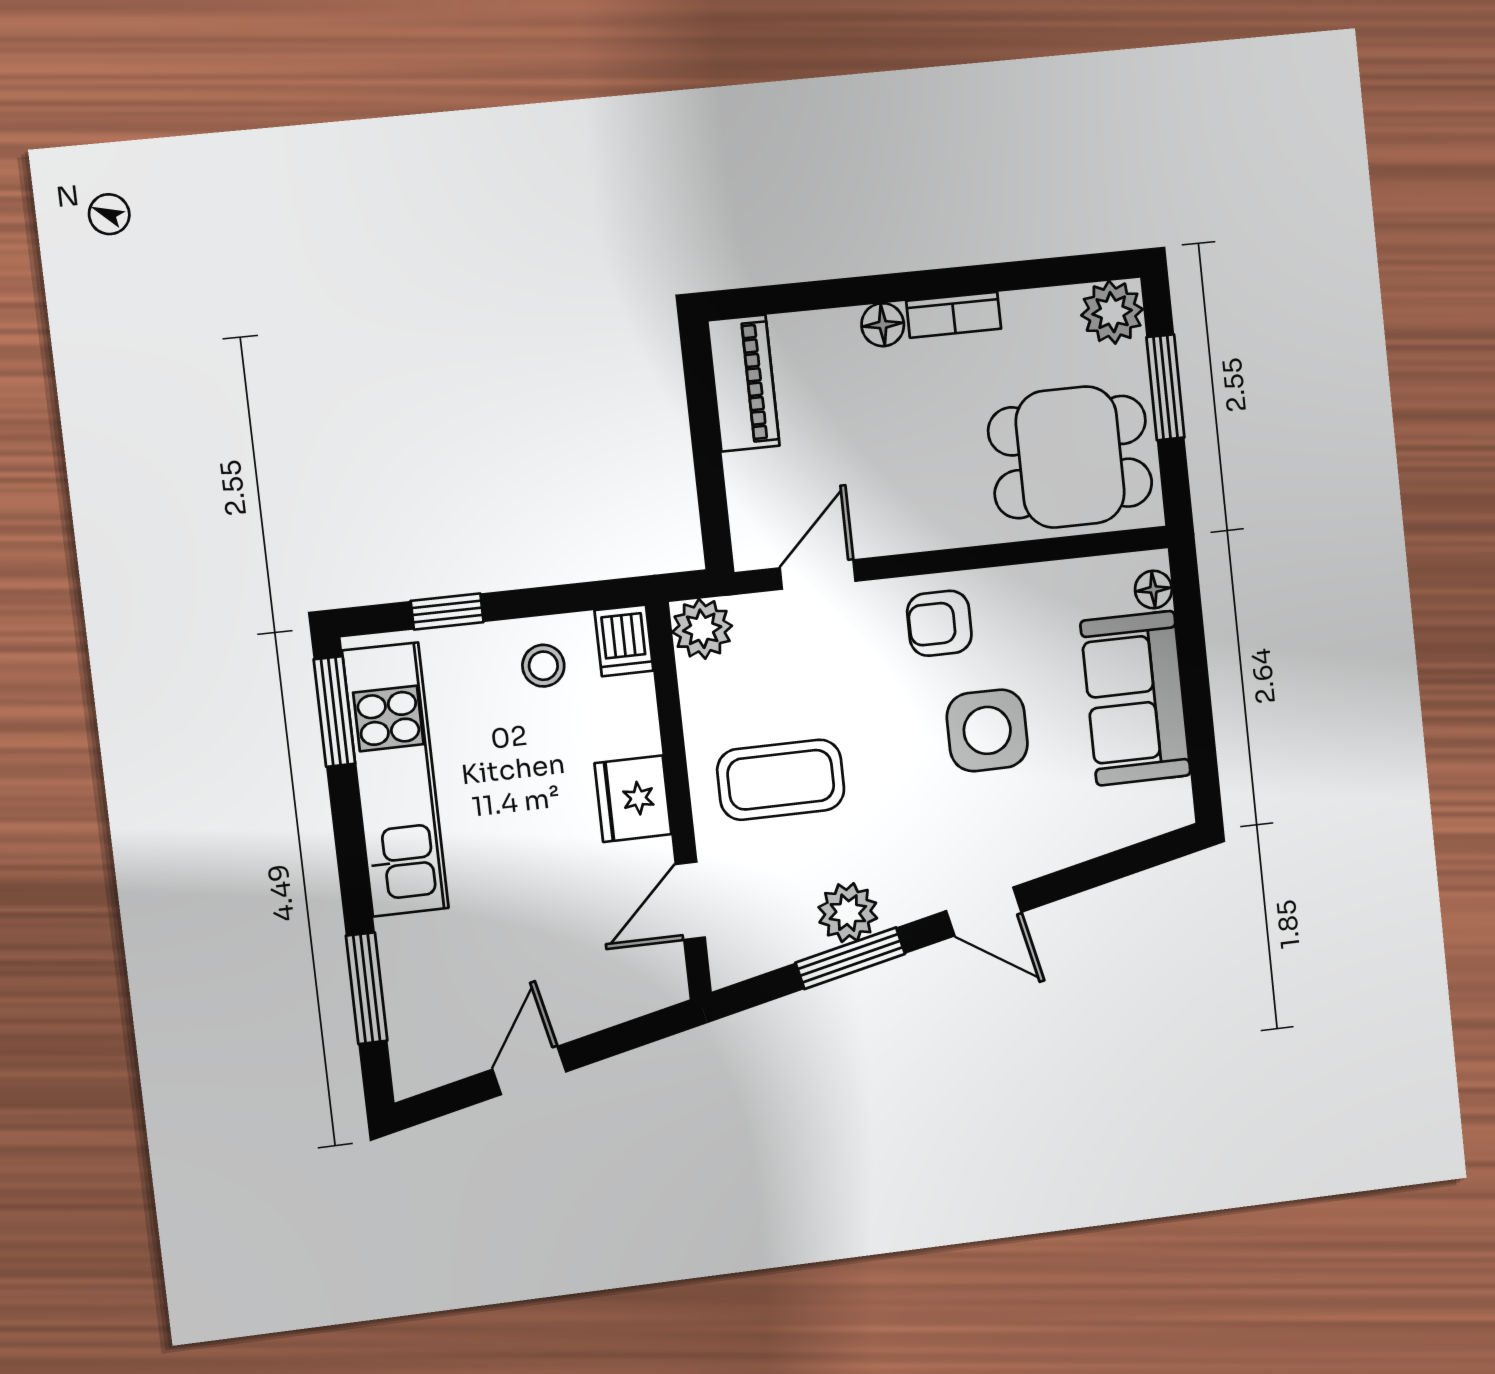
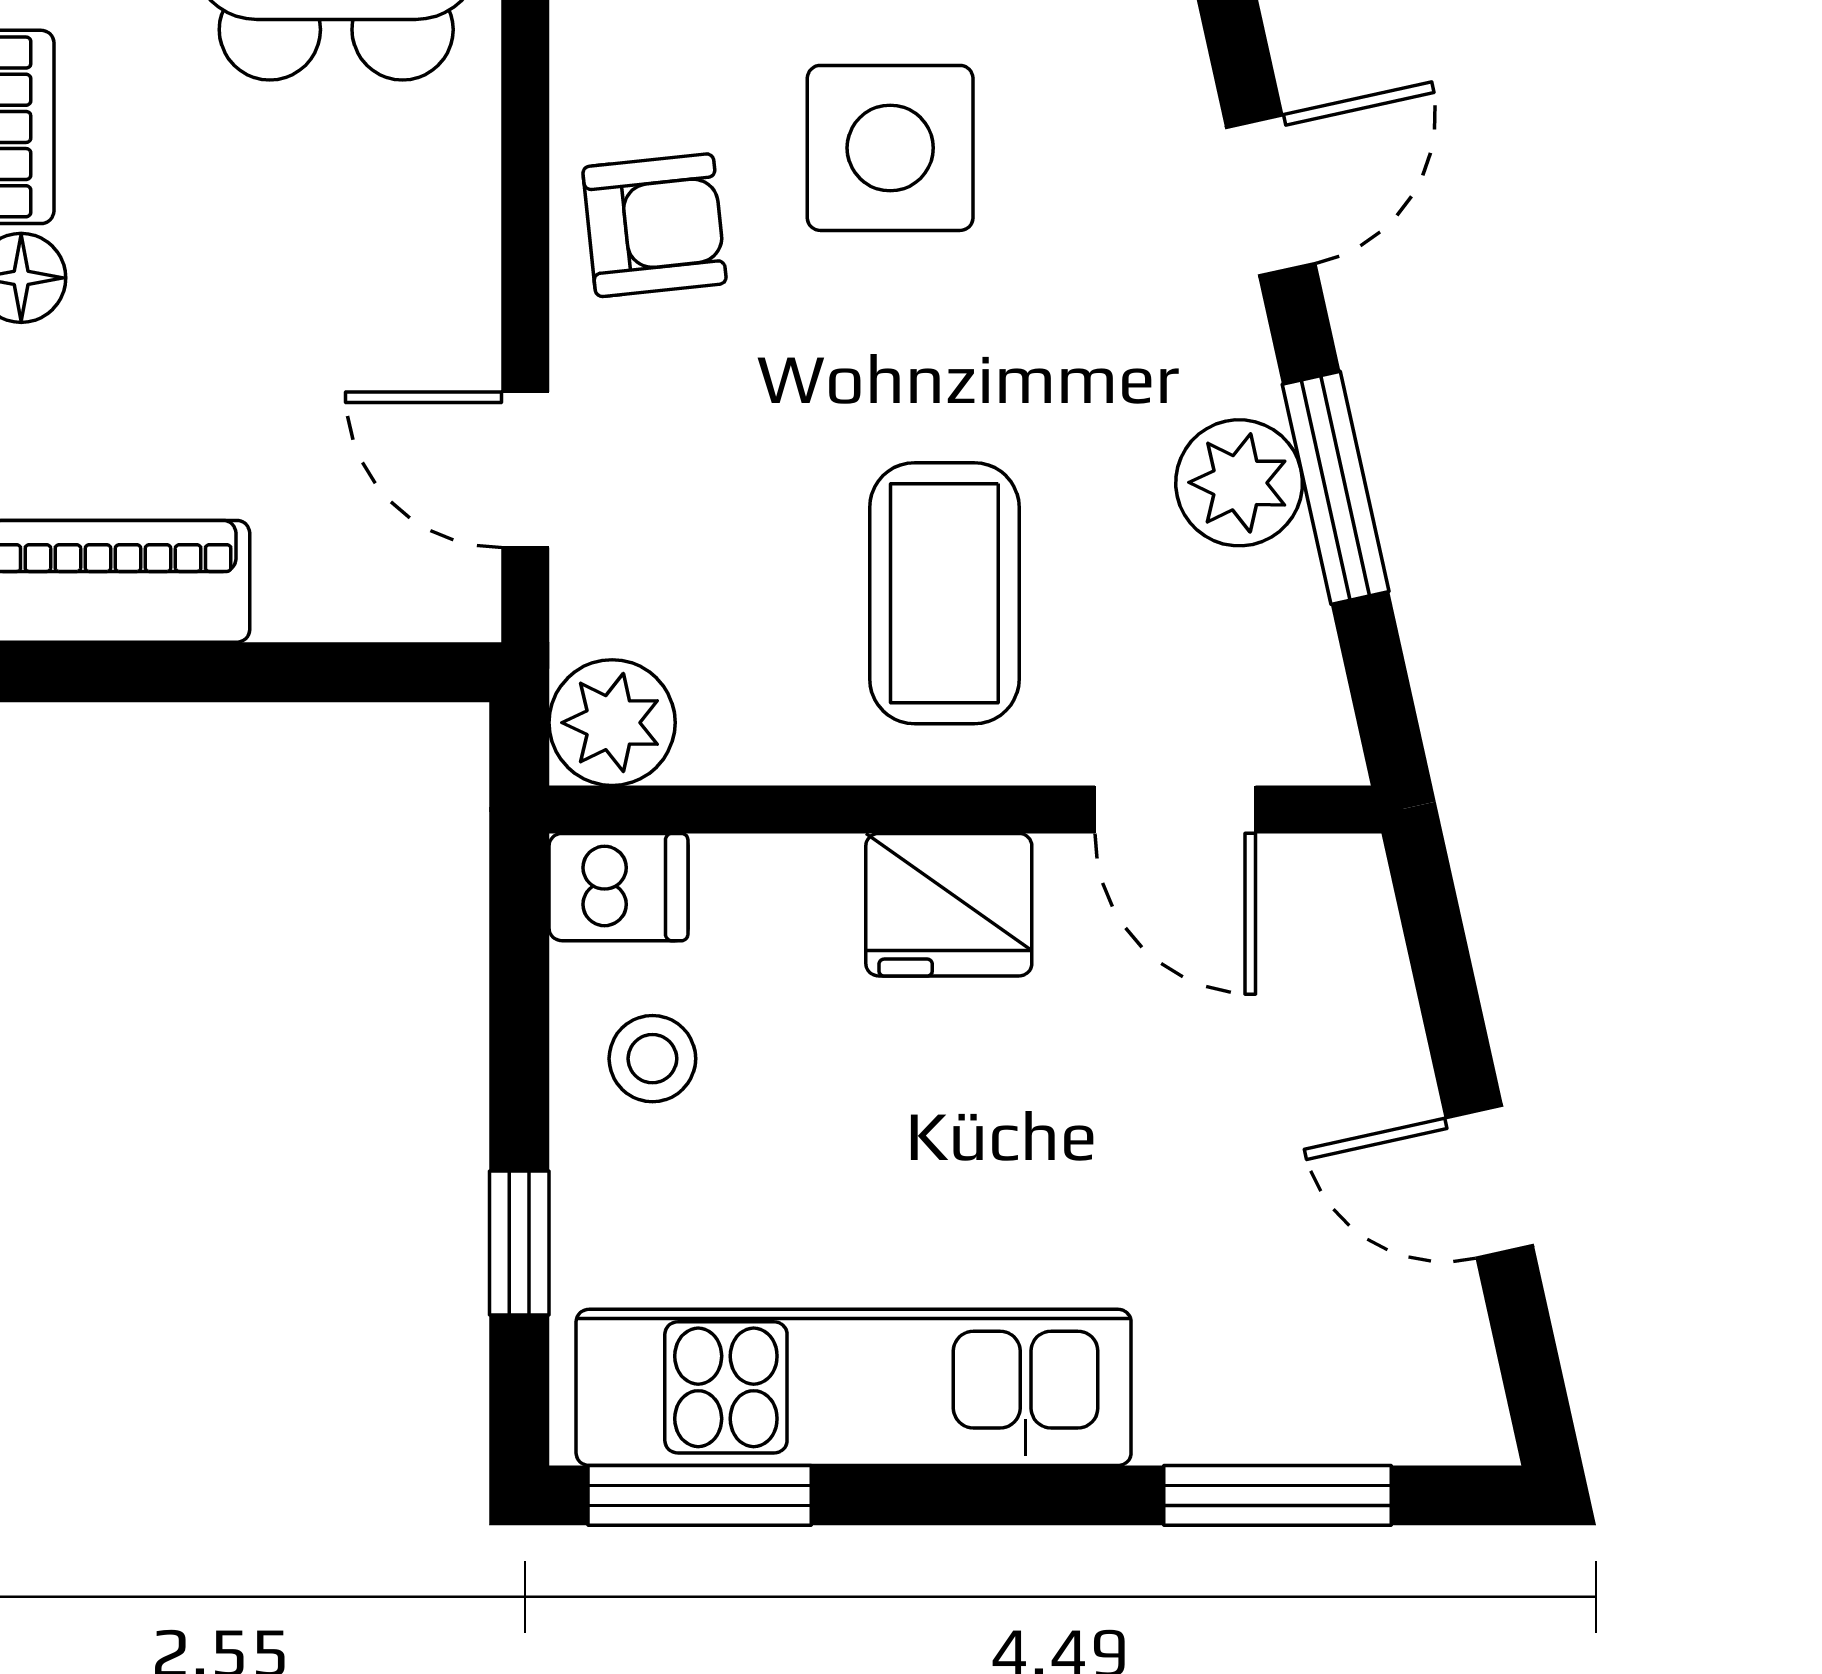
armchair: (939, 623) -> (654, 225), turned -96

